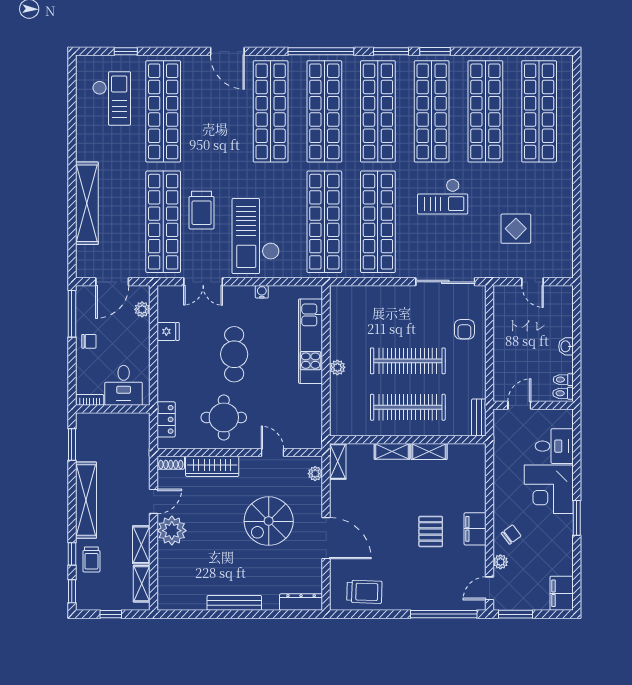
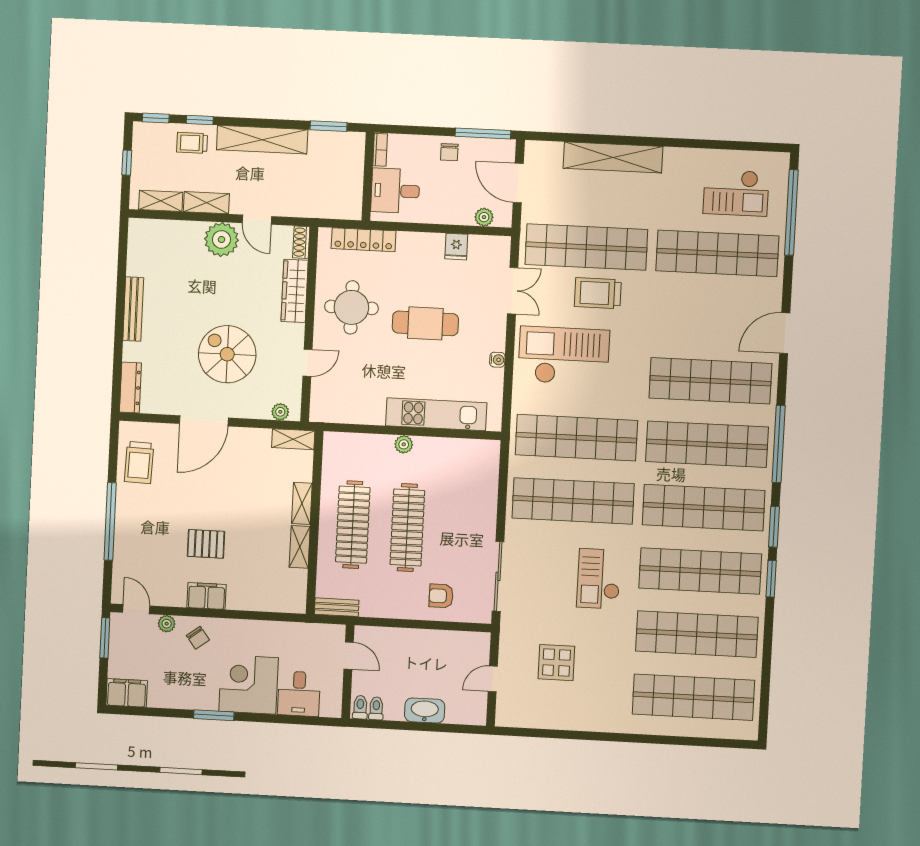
window: (126, 51) -> (791, 212), width x3.17
double door: (203, 282) -> (513, 291), swing flipped
washbasin: (566, 346) -> (425, 711), width x1.91, depth x1.45
locker: (166, 419) -> (364, 240), width x1.53
window: (444, 614) -> (110, 522), moved

